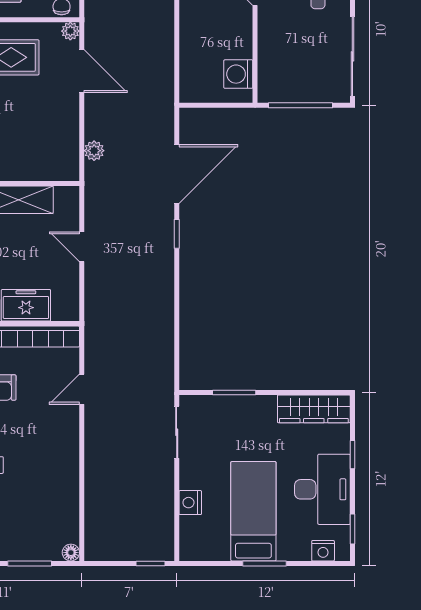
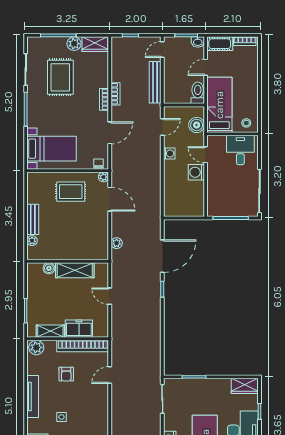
washing machine: (238, 74) -> (196, 172), moved
wardrobe: (314, 409) -> (245, 386), width x0.67

